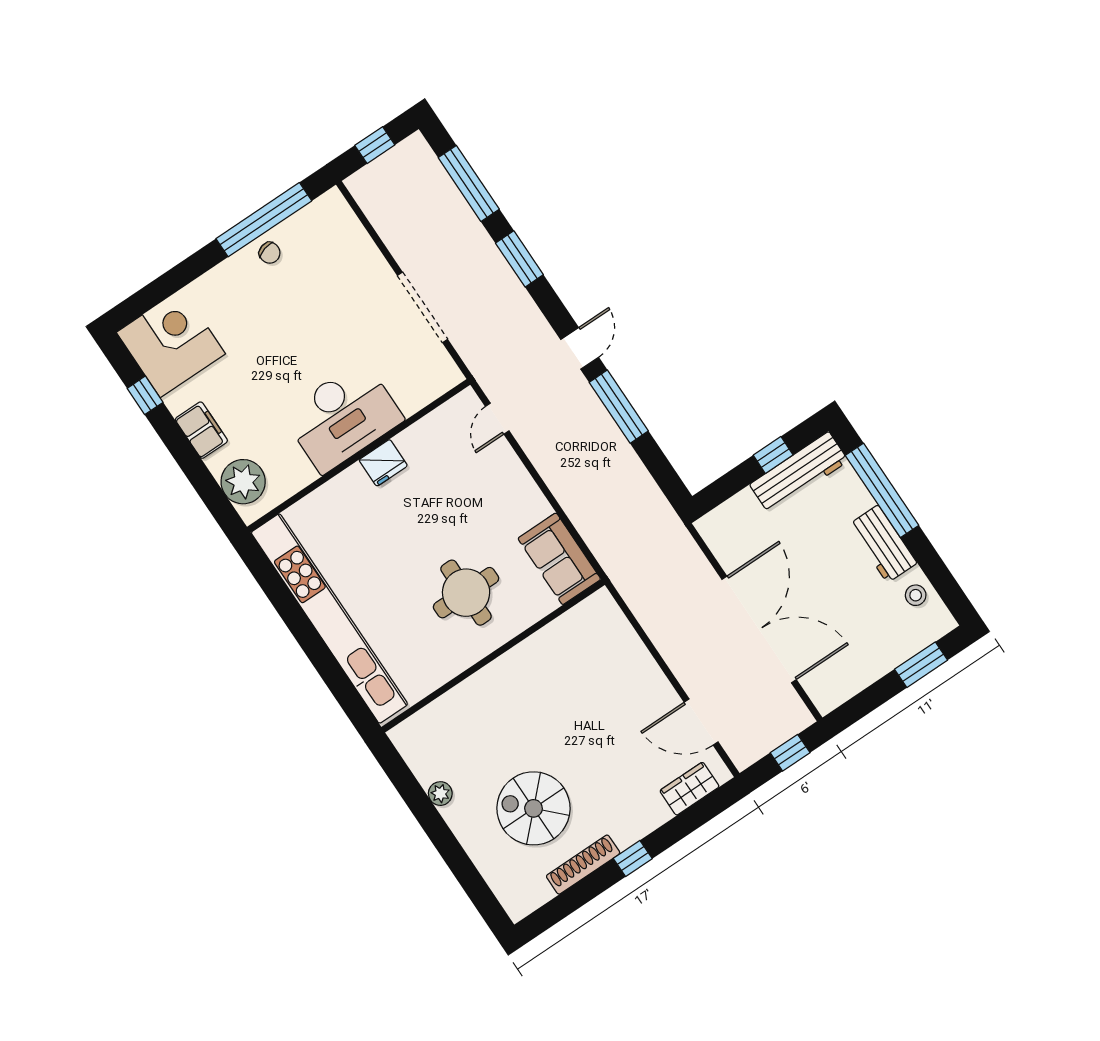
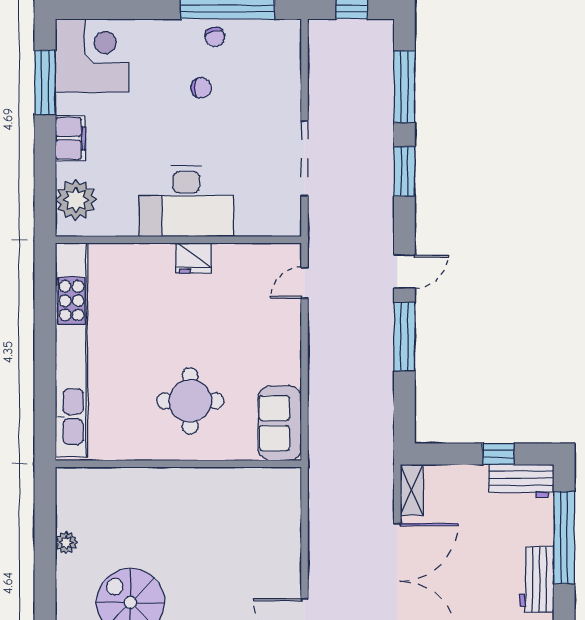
chair: (288, 306) -> (201, 88), added
window: (145, 395) -> (45, 82), width x2.17
workbench: (799, 473) -> (521, 481), width x0.73
shelving: (717, 539) -> (412, 490), added

